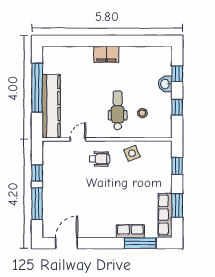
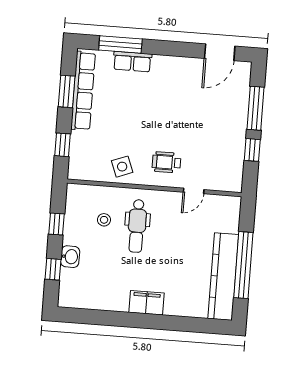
kitchen counter: (51, 106) -> (223, 277), moved
row of seats: (165, 215) -> (83, 91), width x1.36

